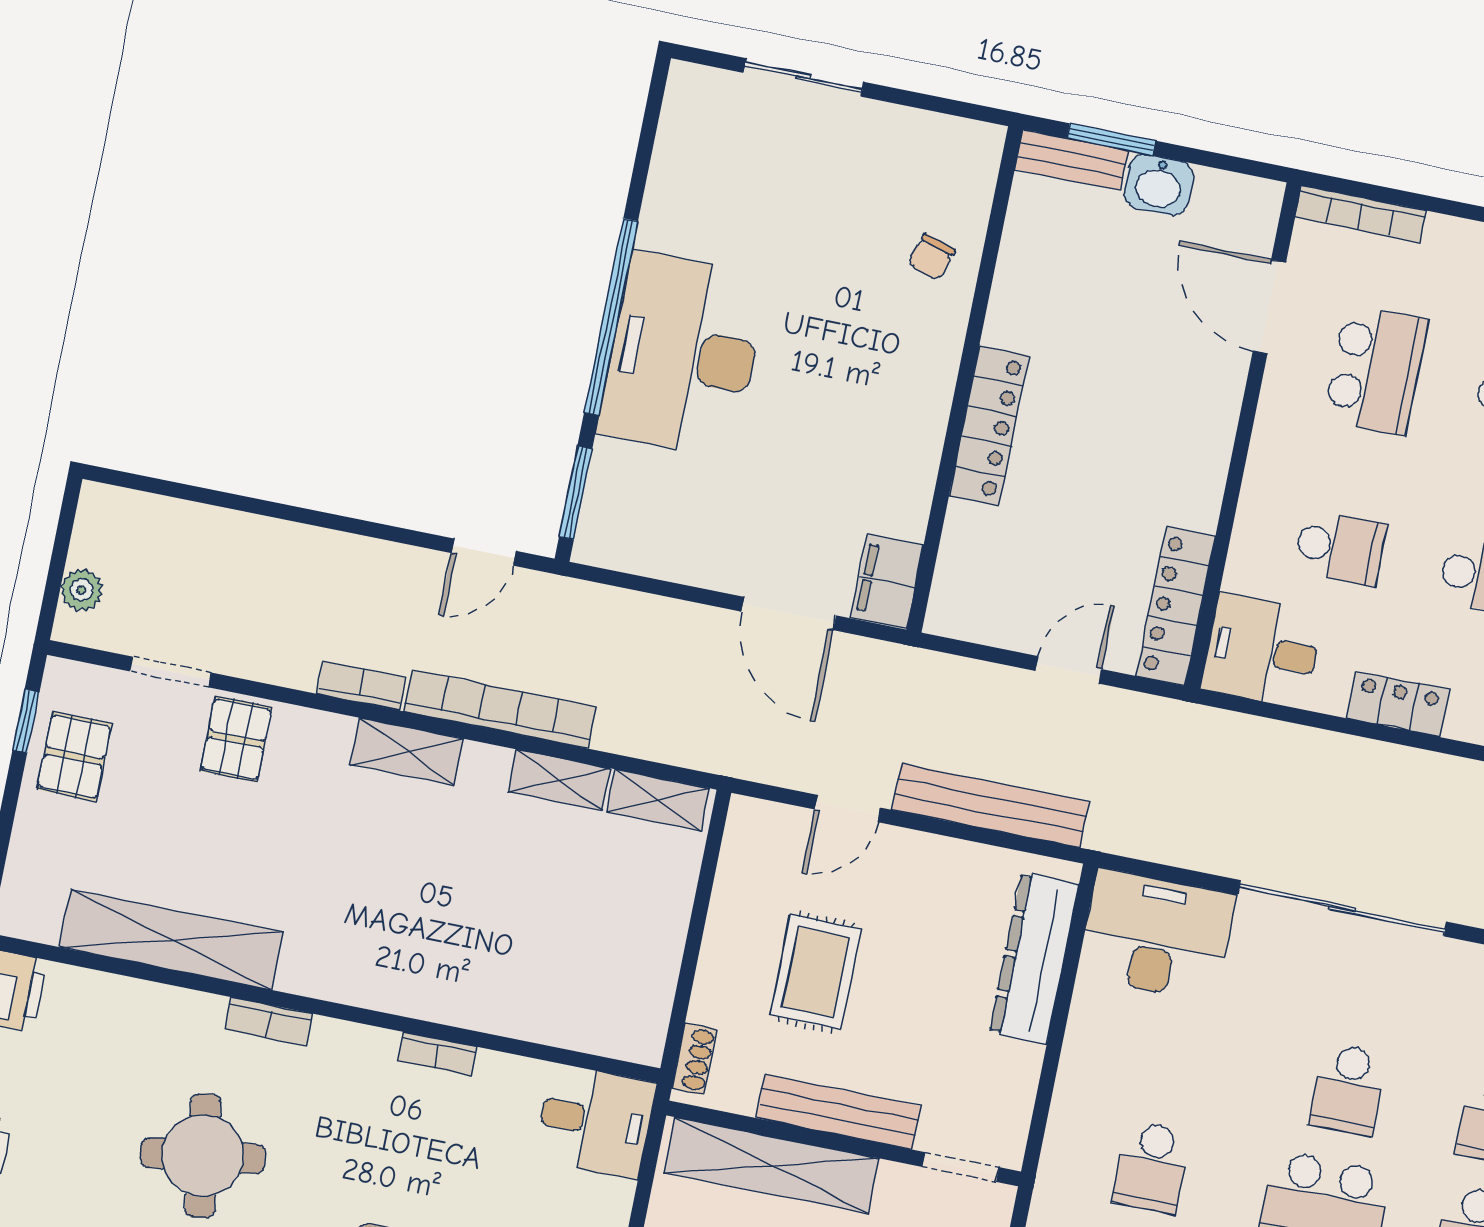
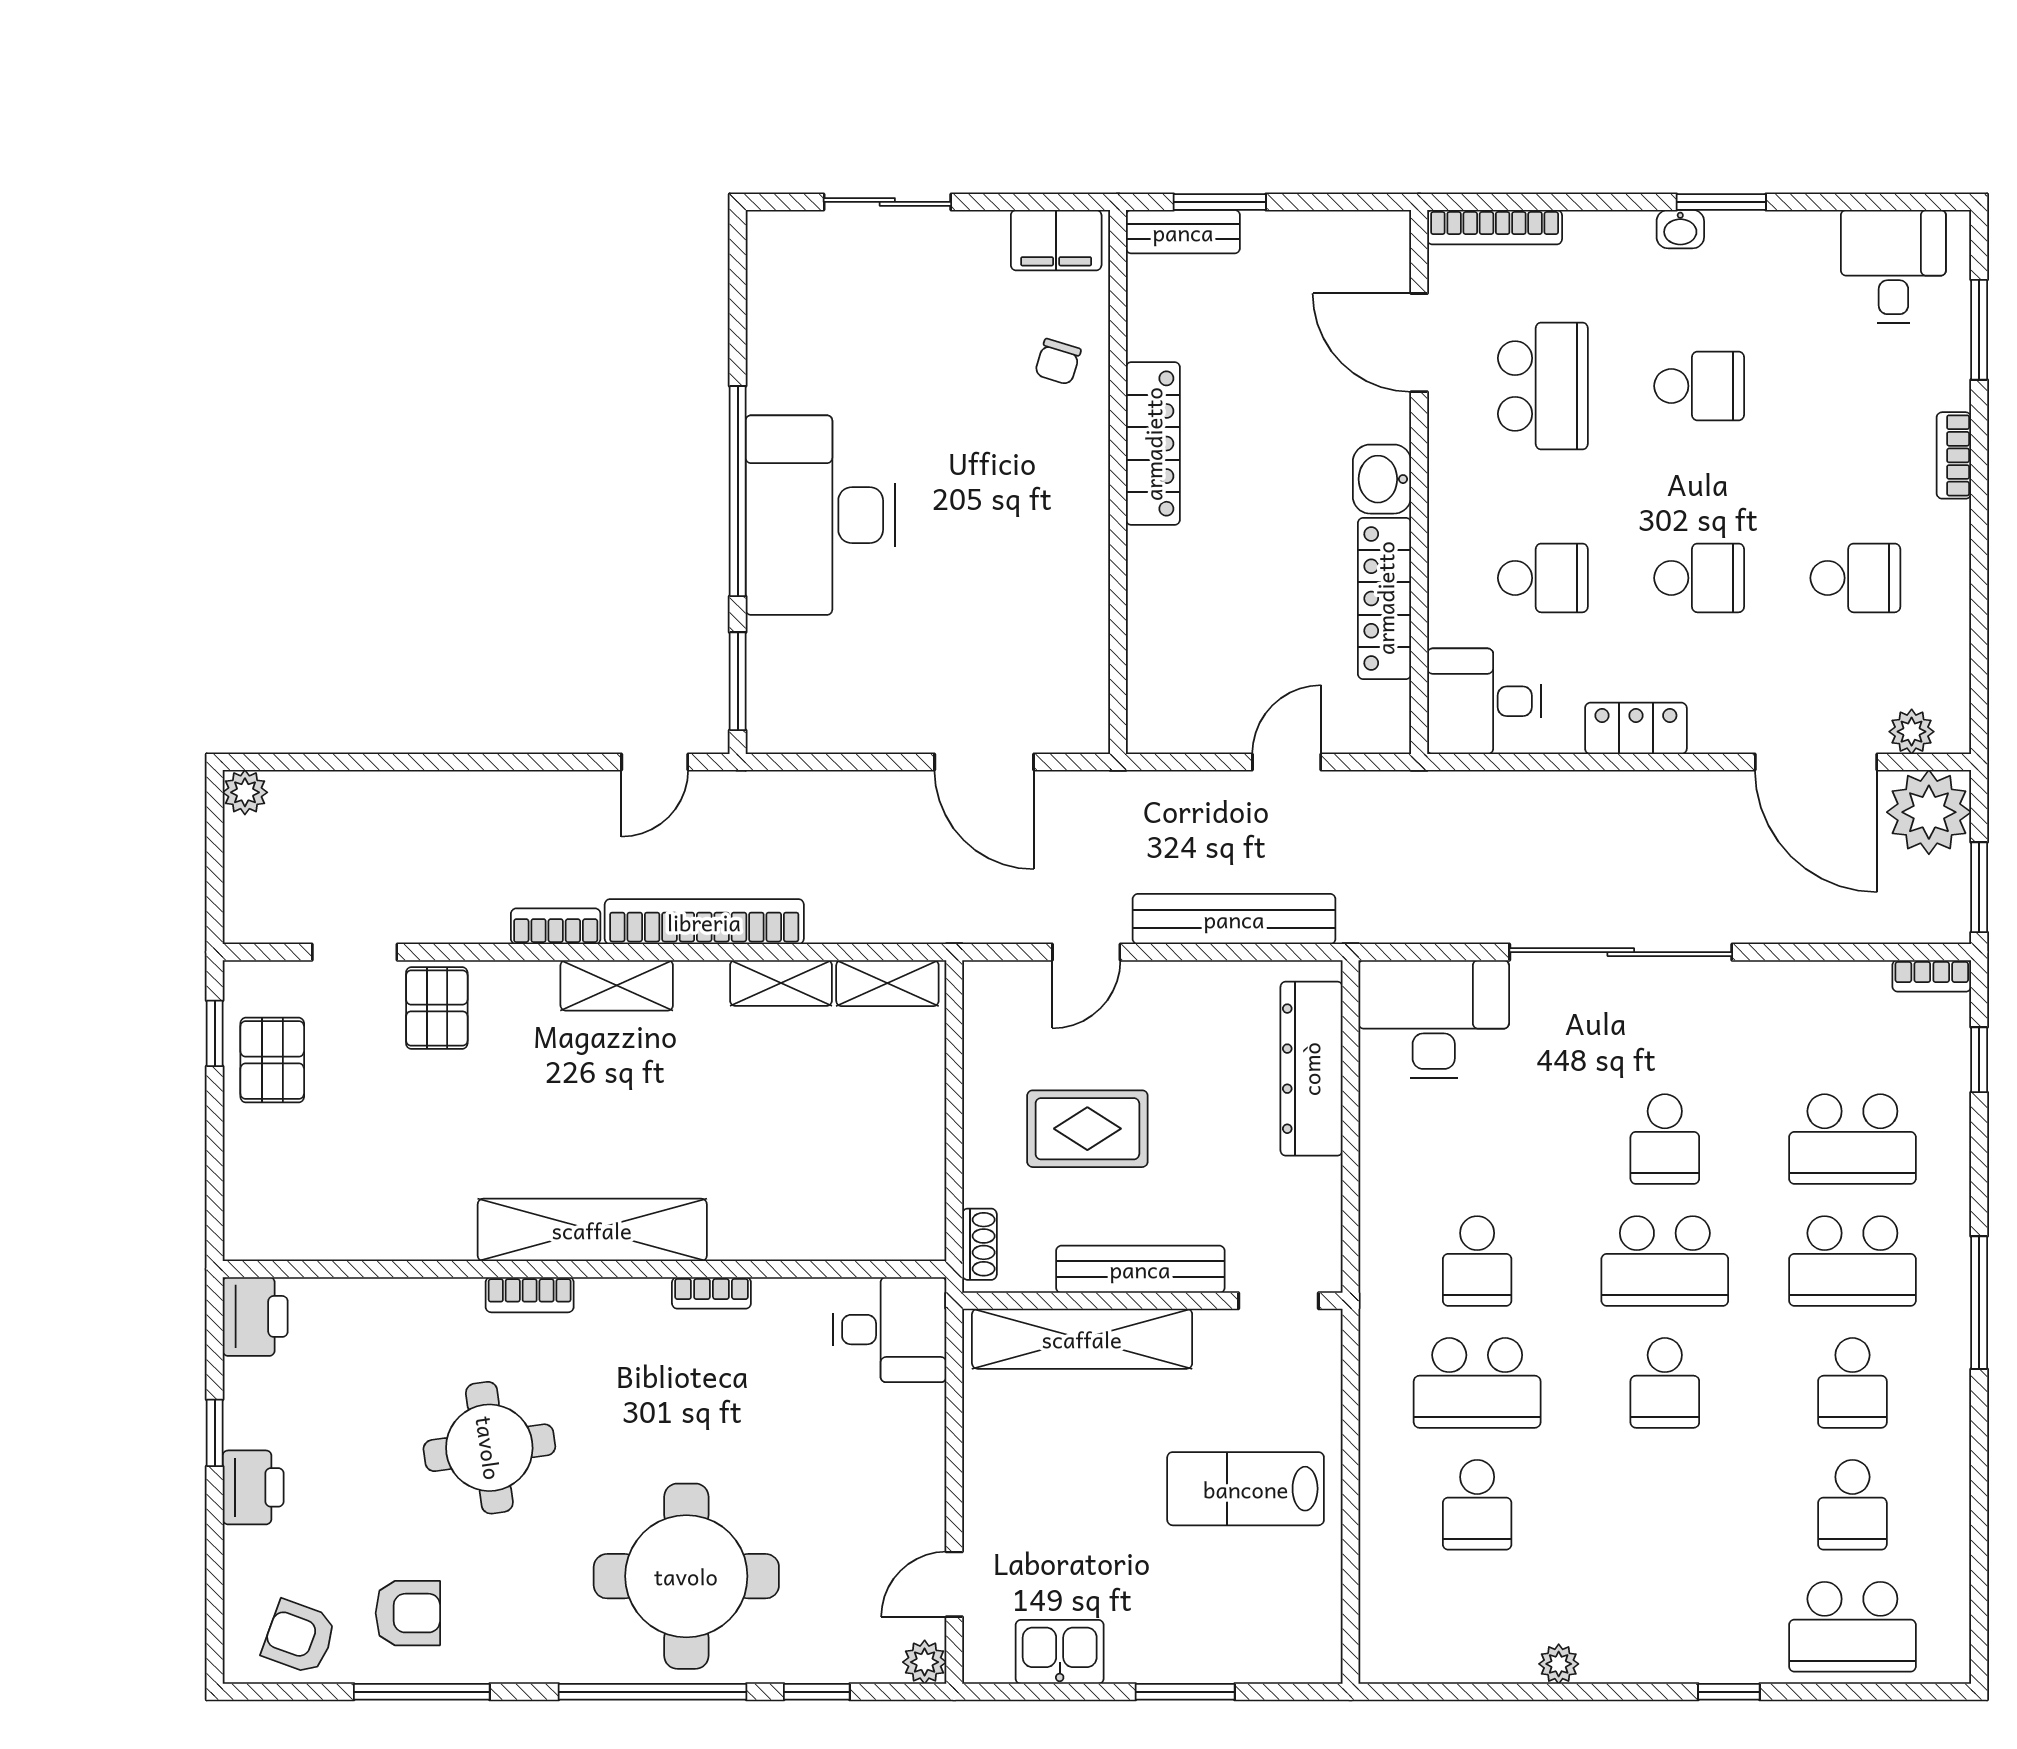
washbasin: (1159, 185) -> (1382, 479), moved, turned 90
locker: (989, 426) -> (1153, 444), moved
filing cabinet: (887, 581) -> (1056, 240), moved, turned -90
plant: (82, 590) -> (245, 792), moved
locker: (1176, 606) -> (1385, 598), moved
shelving: (171, 940) -> (592, 1230), moved
rug: (816, 972) -> (1087, 1129), turned 90

